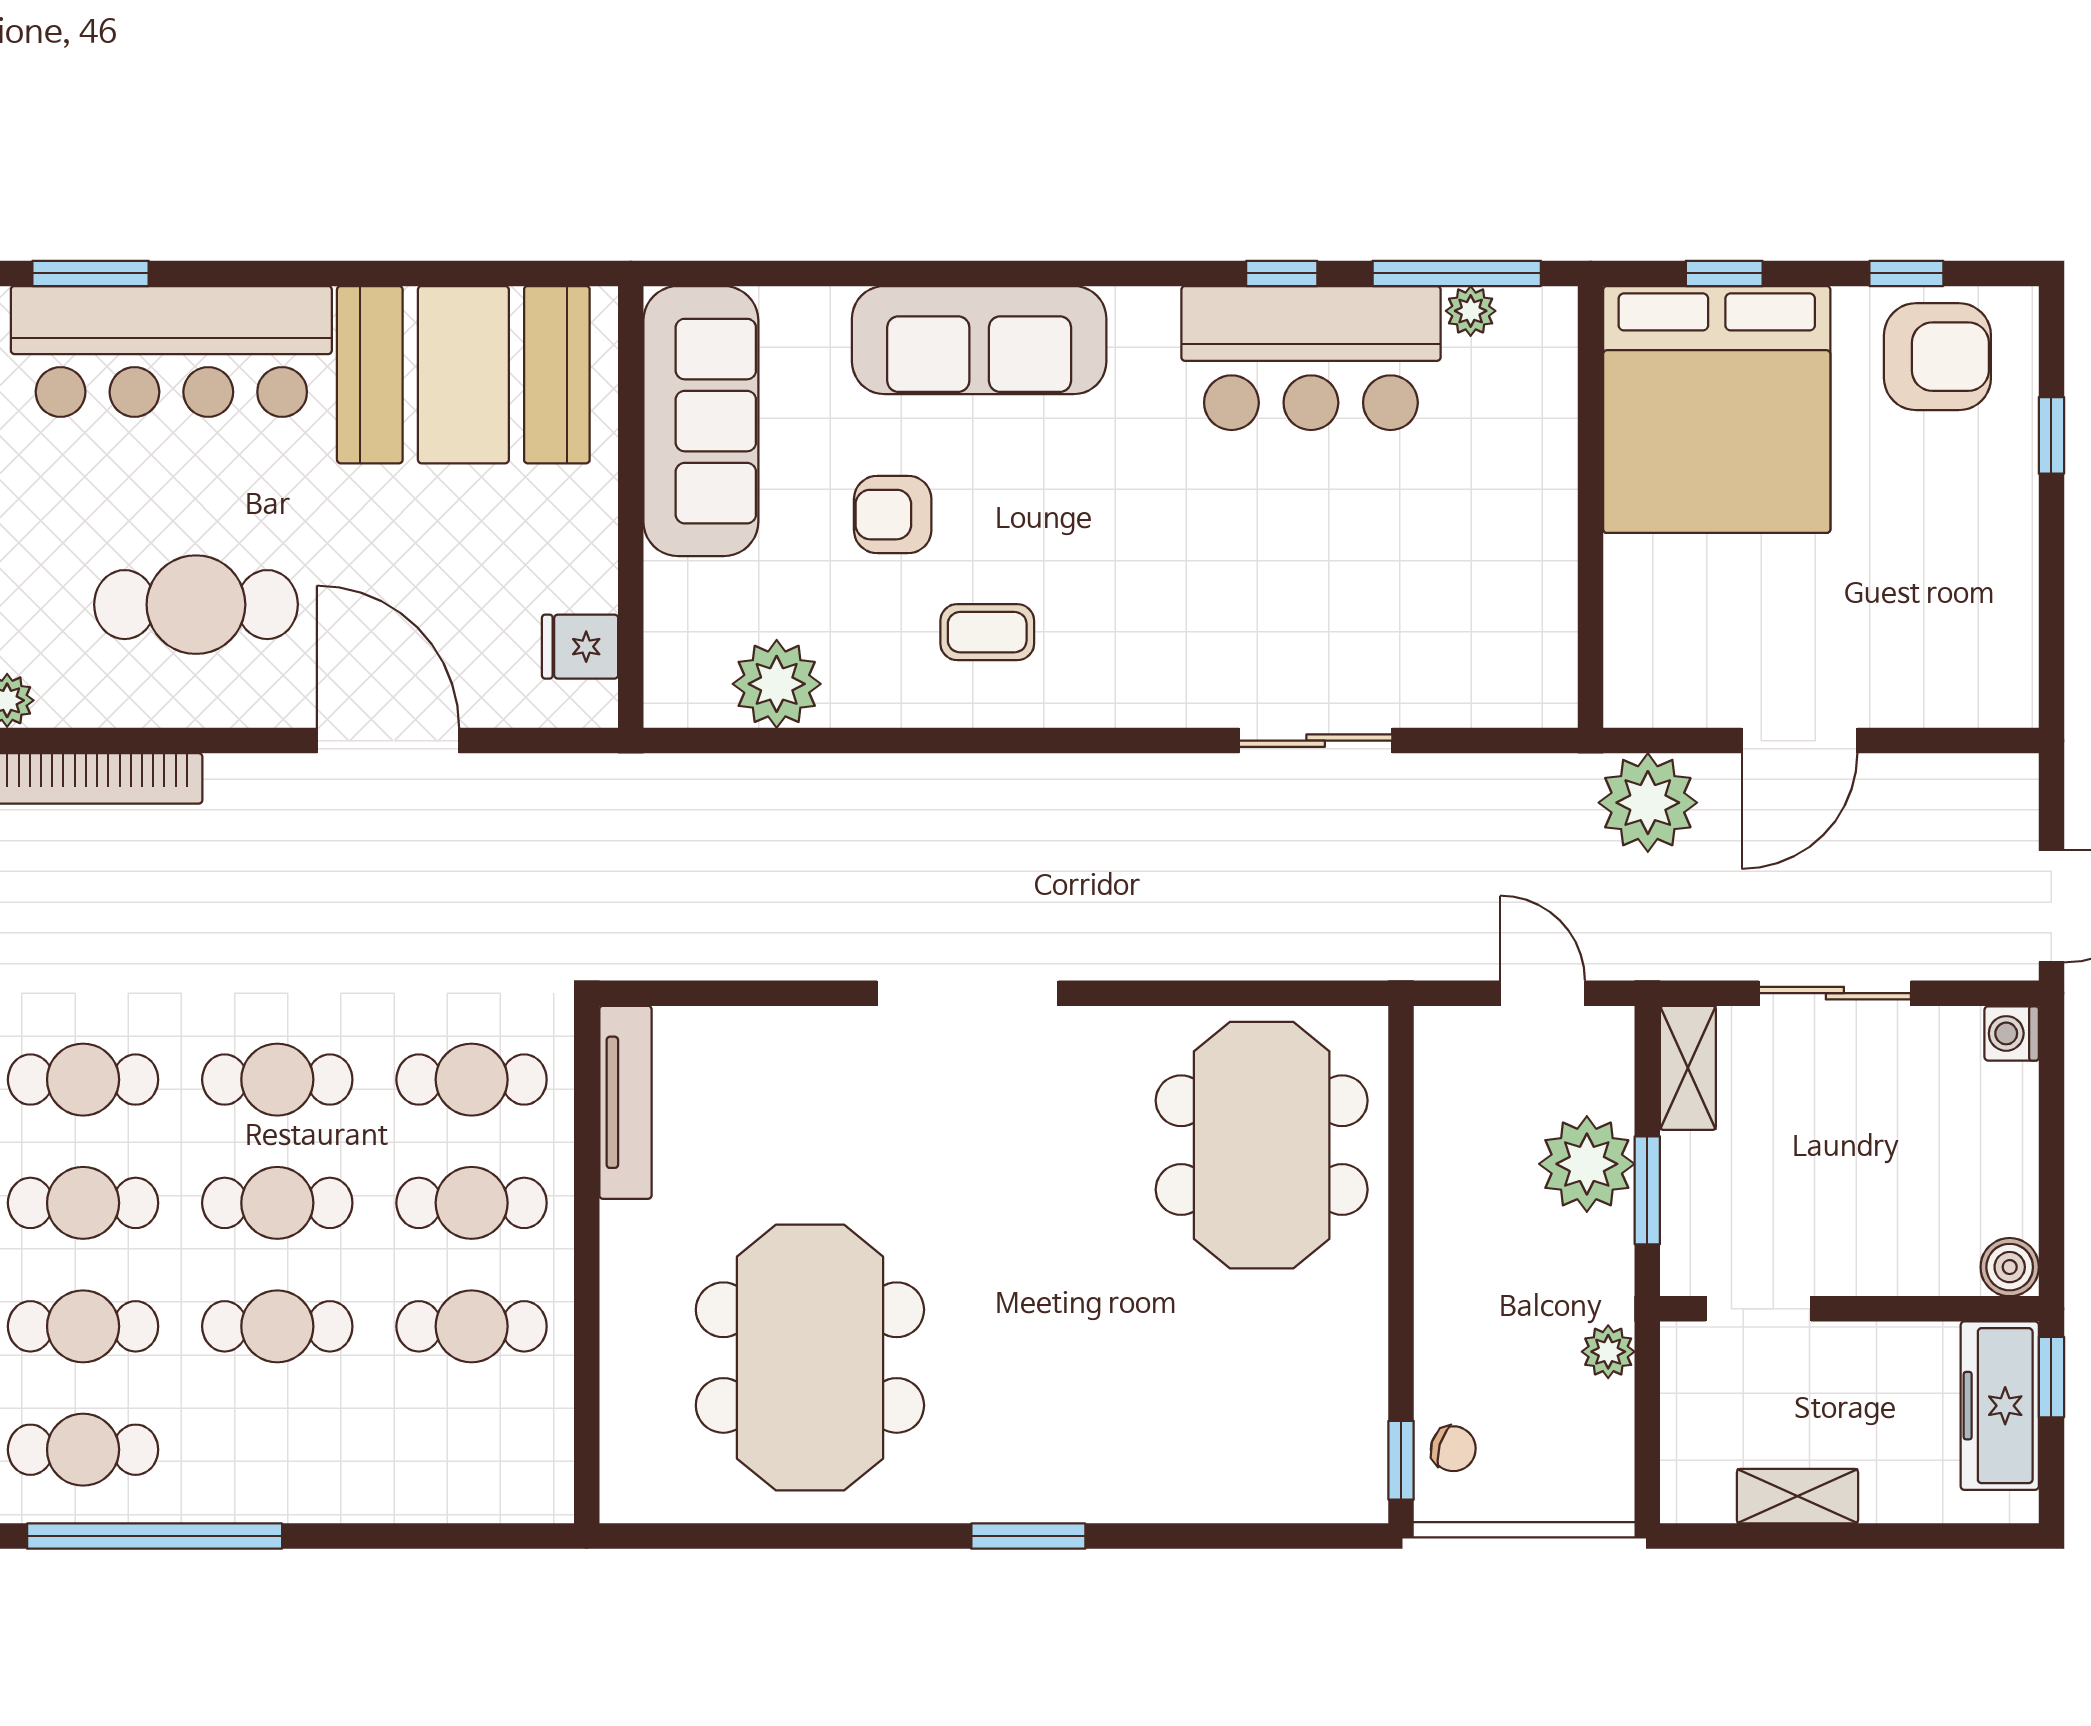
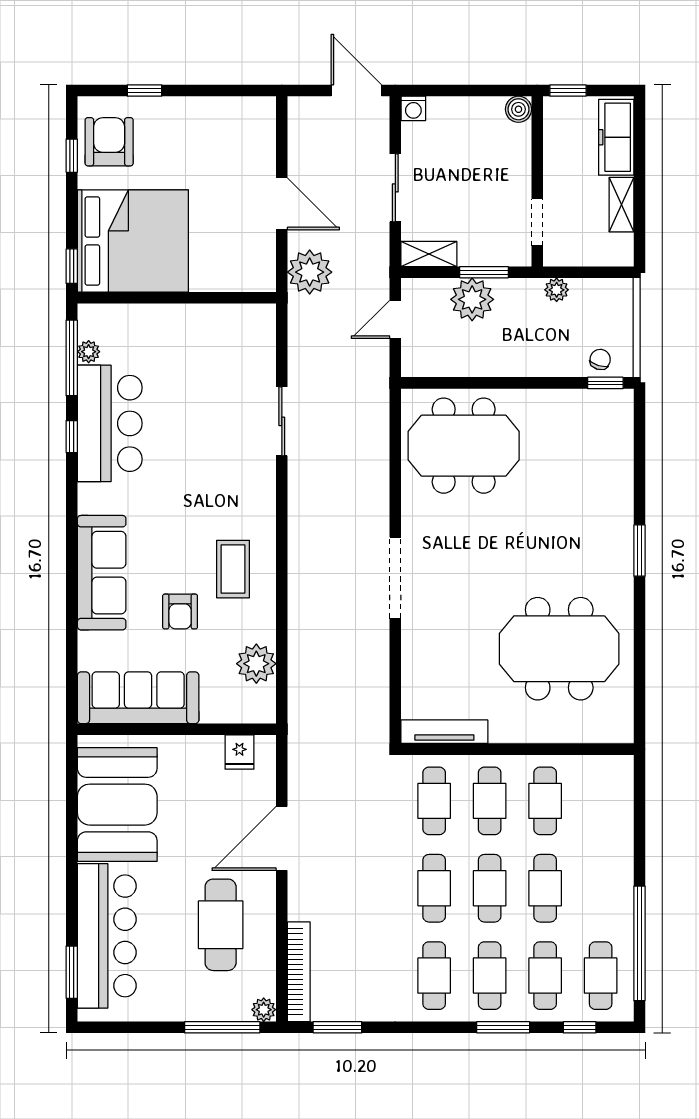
window: (1724, 273) -> (72, 266), moved
coffee table: (987, 632) -> (233, 569), width x1.36, depth x1.30
freezer: (2000, 1406) -> (616, 137), moved, turned 90

